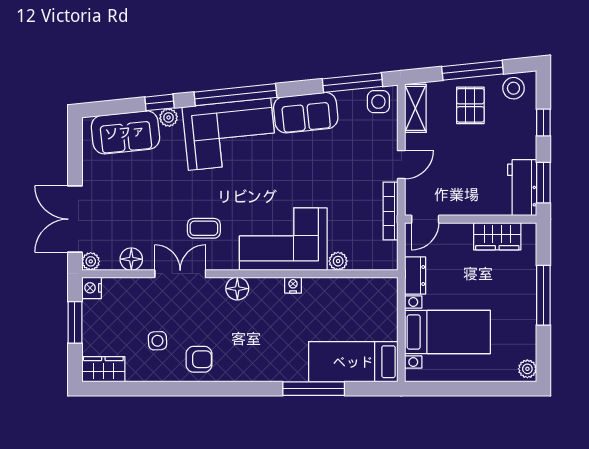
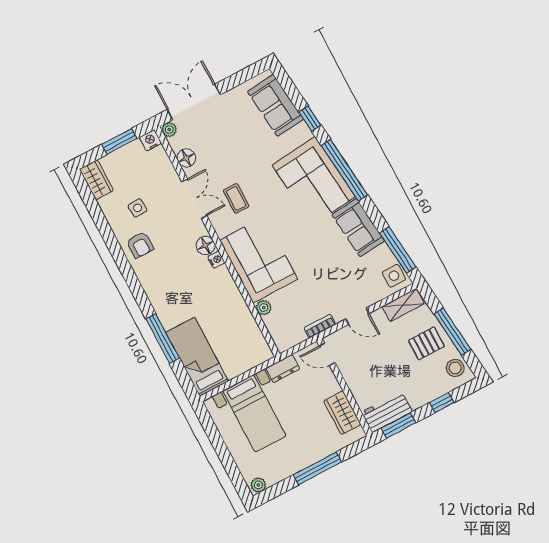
plant: (169, 117) -> (302, 131), removed
bookcase: (390, 211) -> (320, 326), width x0.64
nightstand: (293, 285) -> (216, 260), moved

